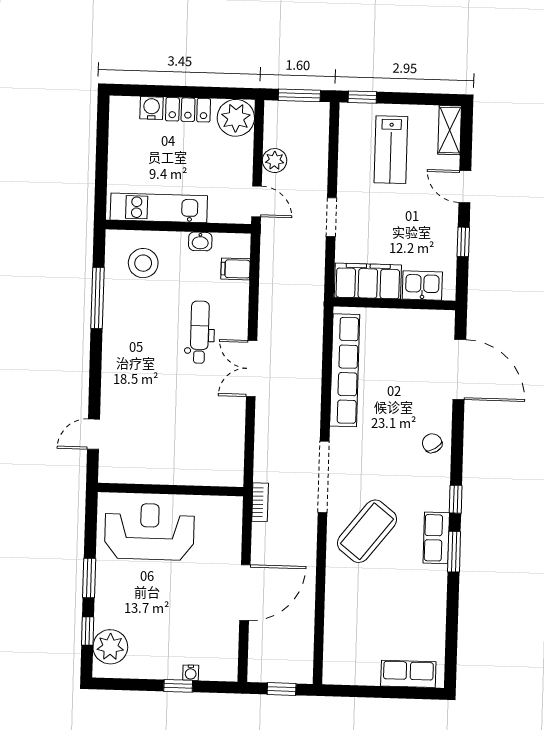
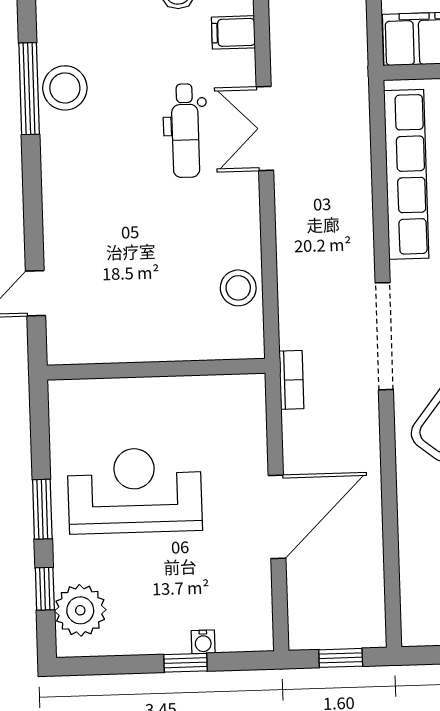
stool: (143, 263) -> (65, 88), moved
dental chair: (200, 332) -> (185, 131), turned 180
double door: (252, 368) -> (265, 129), moved
stool: (228, 439) -> (238, 288), added
reception desk: (149, 531) -> (135, 491), moved

